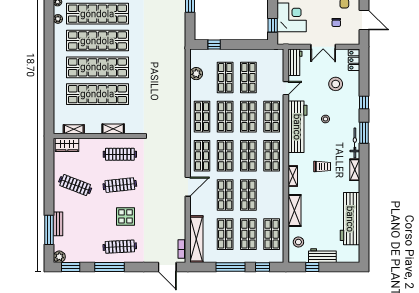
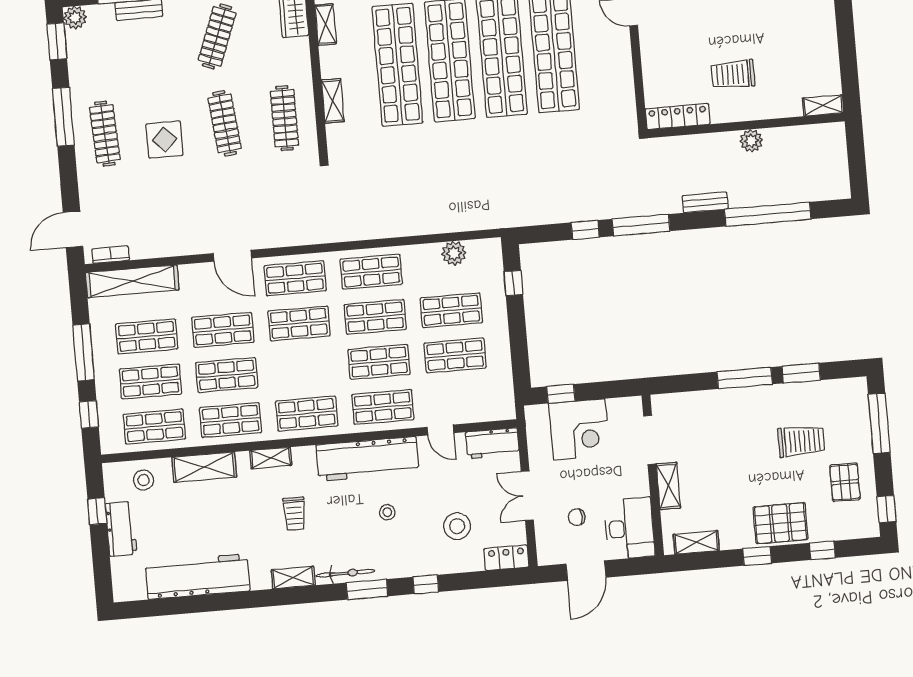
shop shelf: (248, 156) -> (231, 420), moved

